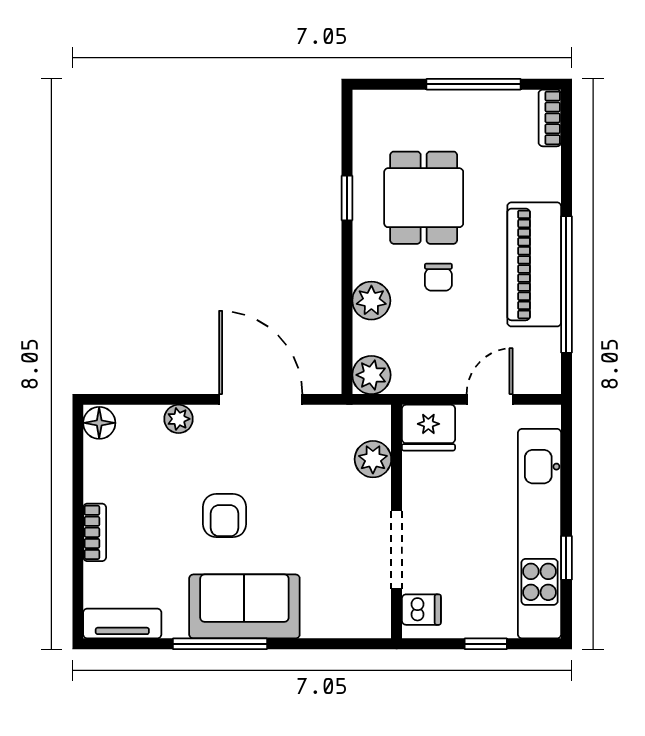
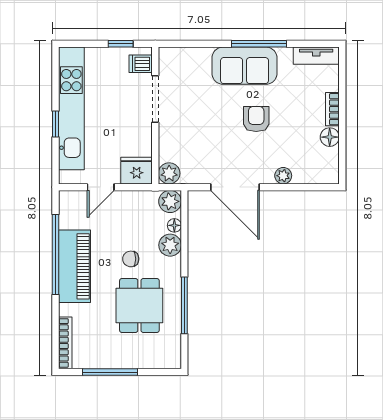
bookcase: (550, 118) -> (65, 343), width x1.56
window: (347, 198) -> (184, 305), width x2.17
chair: (438, 277) -> (131, 259), turned -90
floor lamp: (364, 334) -> (174, 225), added
floor lamp: (99, 423) -> (330, 137), moved
plant: (373, 459) -> (169, 173), moved
window: (566, 558) -> (56, 124), moved
window: (486, 644) -> (121, 44), moved

